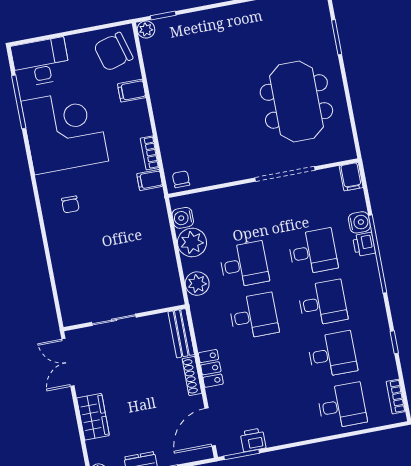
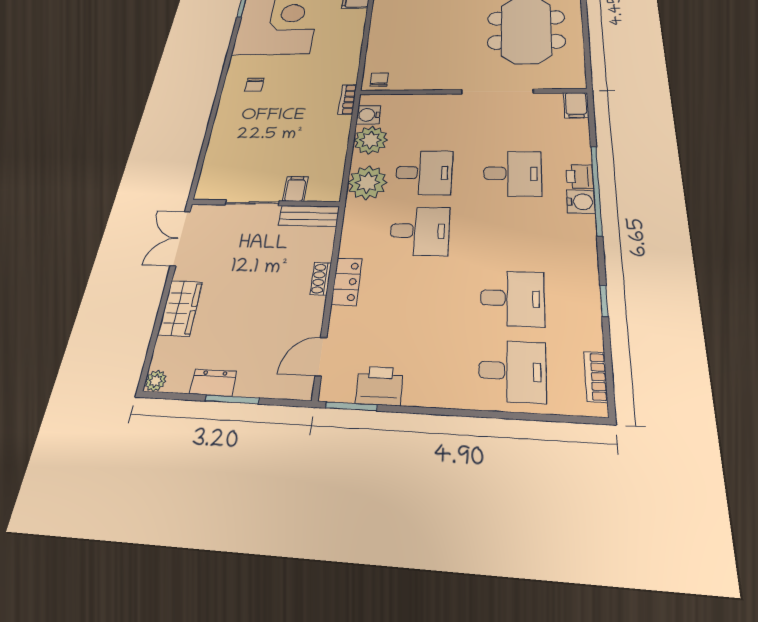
bookcase: (150, 153) -> (347, 99), moved
filing cabinet: (150, 180) -> (295, 189), moved, turned 90
water cooler: (359, 222) -> (581, 202), moved
plant: (197, 284) -> (367, 183), width x1.36, depth x1.36
desk: (322, 303) -> (512, 233), removed
bench: (181, 333) -> (309, 216), moved, turned 90
shoe rack: (192, 376) -> (321, 279), width x0.70
door: (210, 427) -> (321, 357), width x0.73
printer: (253, 440) -> (380, 386), width x1.36, depth x1.24

